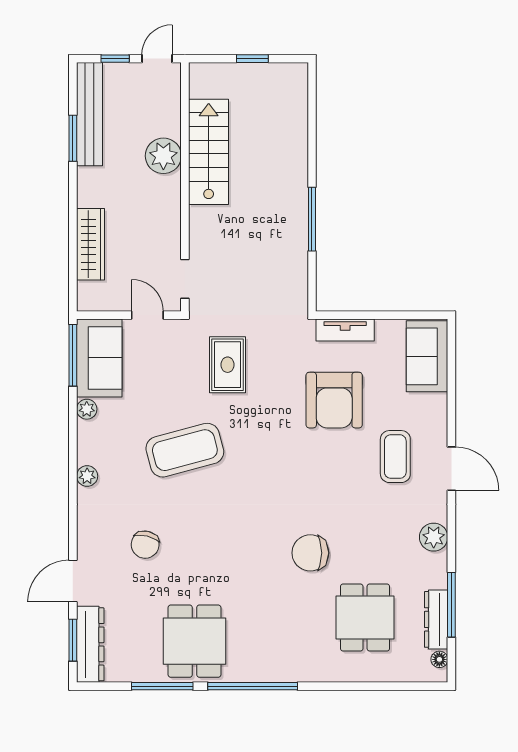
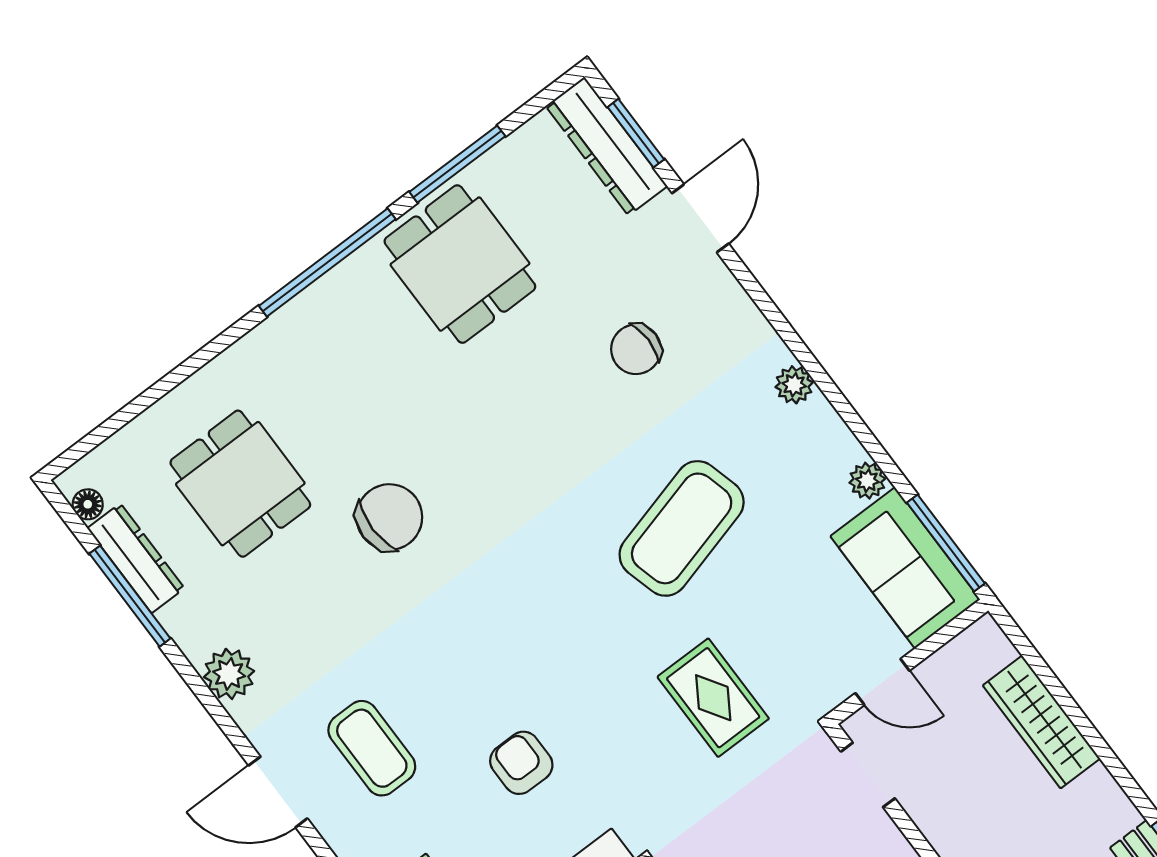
armchair: (334, 400) -> (521, 763), width x0.53, depth x0.53
chair: (145, 545) -> (636, 349), turned -104

